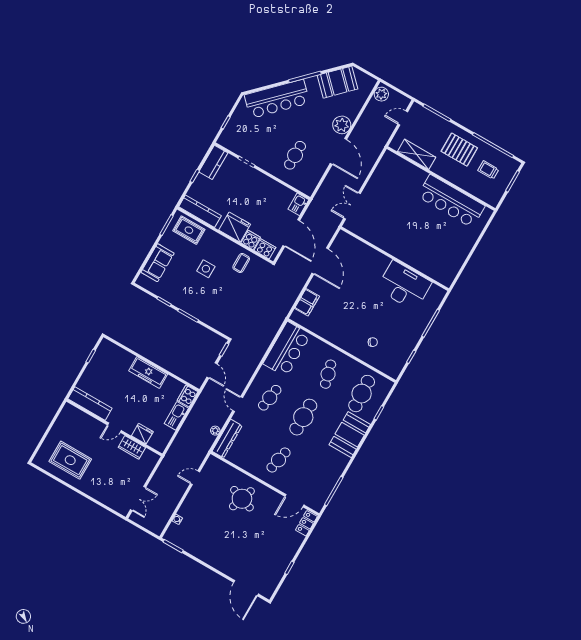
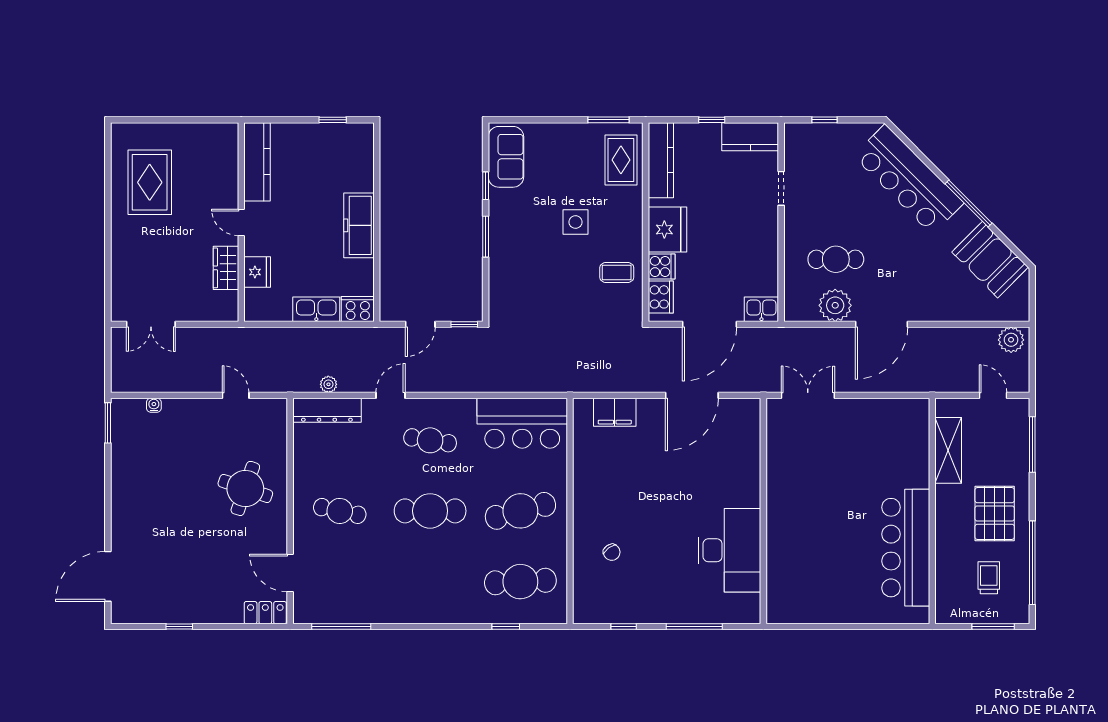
plant: (342, 125) -> (835, 305), moved
sofa: (158, 263) -> (506, 157), moved, turned -90
cafe table: (328, 374) -> (520, 511), width x1.37, depth x1.35
booth: (350, 435) -> (445, 600), removed

